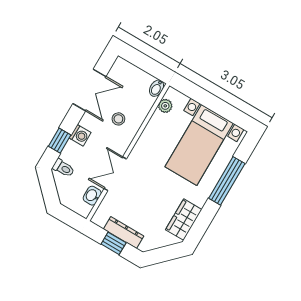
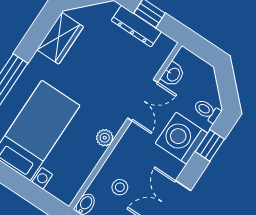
plant: (165, 106) -> (105, 138), moved
stool: (118, 119) -> (120, 187), moved
washing machine: (80, 135) -> (181, 138), width x1.89, depth x1.89

